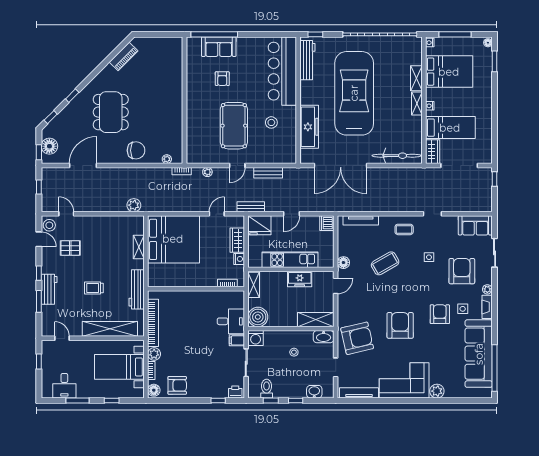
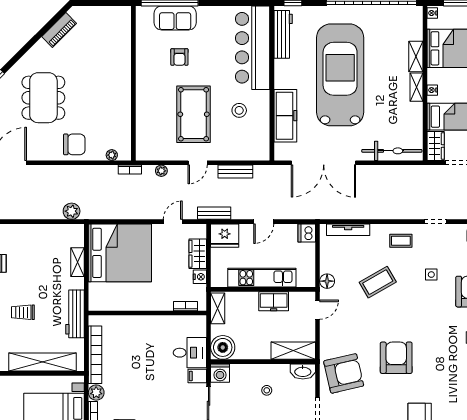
armchair: (440, 314) -> (445, 344), removed

